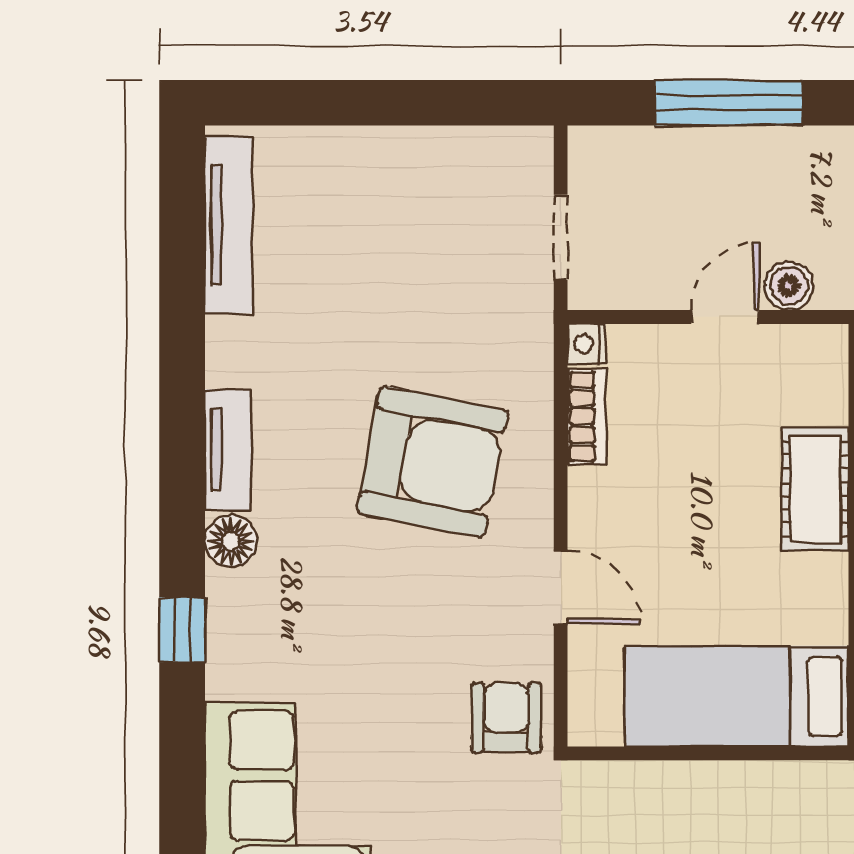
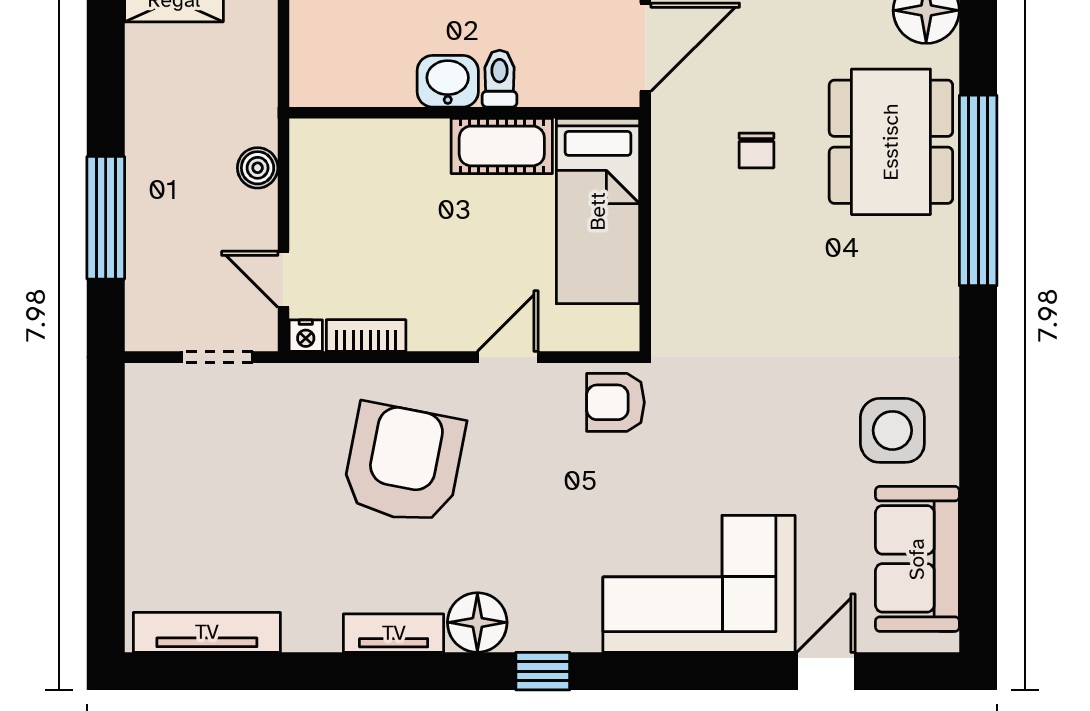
door: (725, 317) -> (283, 279), moved
cot: (815, 489) -> (502, 146), moved
floor lamp: (231, 541) -> (477, 622), width x1.38, depth x1.38

